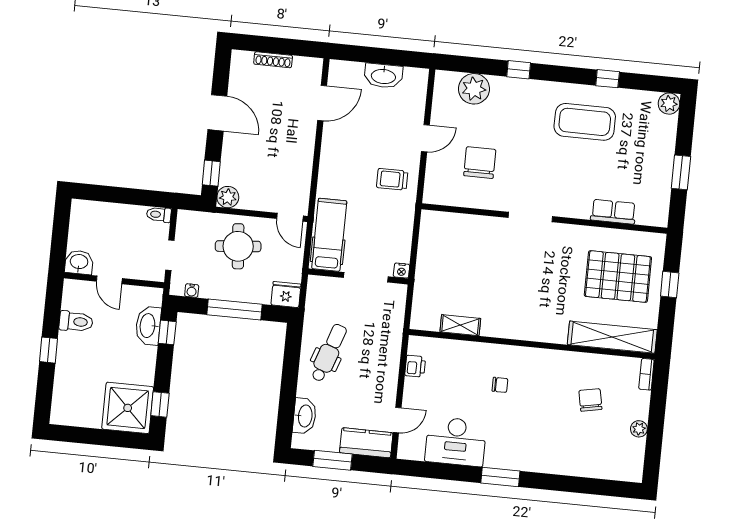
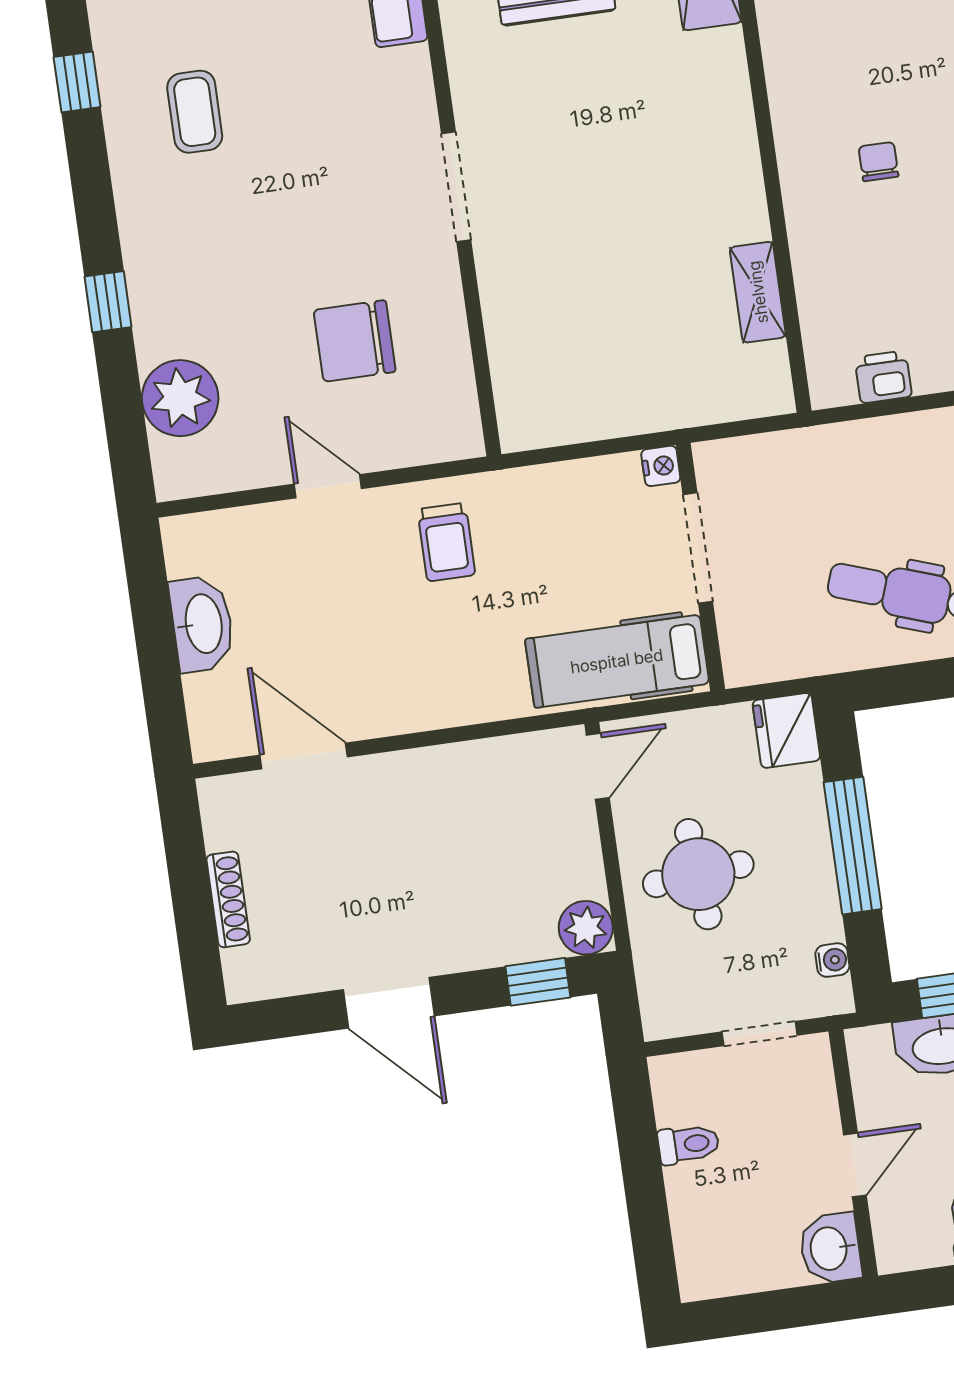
door: (217, 113) -> (389, 1003), swing flipped
coffee table: (585, 122) -> (195, 112), width x0.54, depth x0.58
toilet: (159, 215) -> (688, 1144), moved, turned -90

